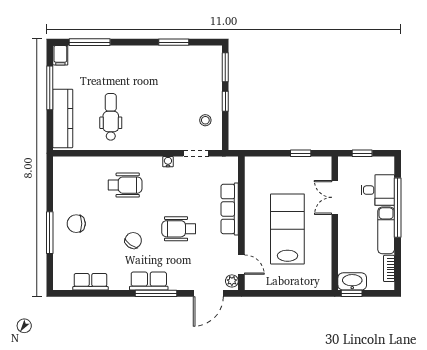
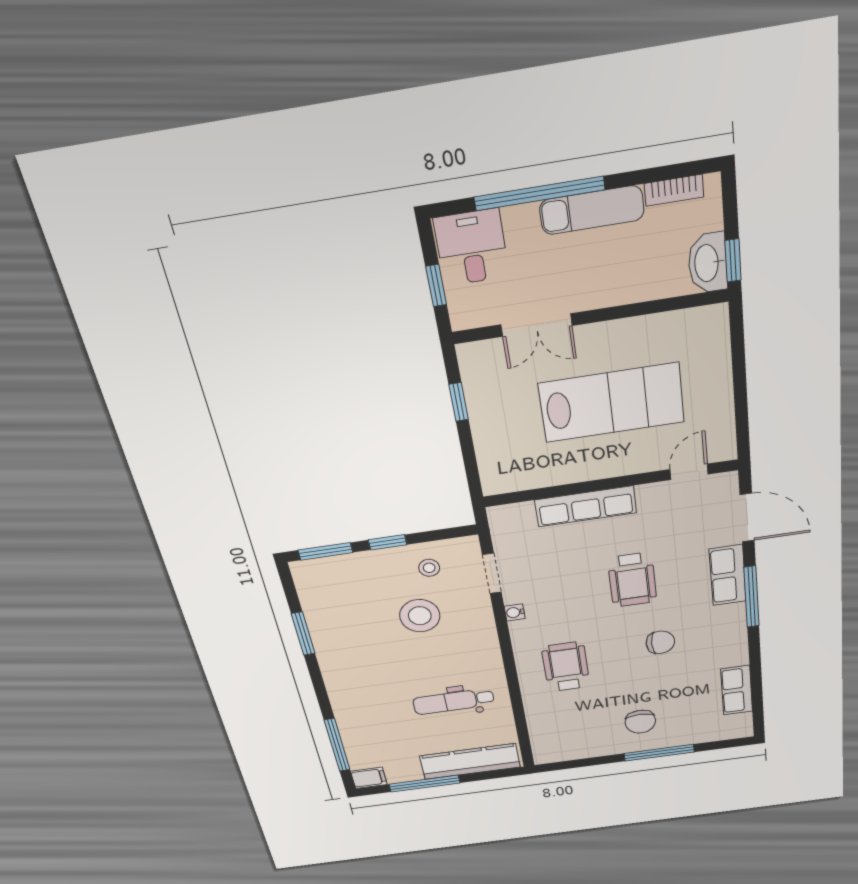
stool: (175, 109) -> (420, 616), added
desk: (378, 190) -> (471, 247), moved
lab bench: (287, 229) -> (612, 403), turned 180
chair: (133, 240) -> (660, 642), turned 144
row of seats: (149, 281) -> (728, 575), moved
plant: (232, 281) -> (721, 483), removed

